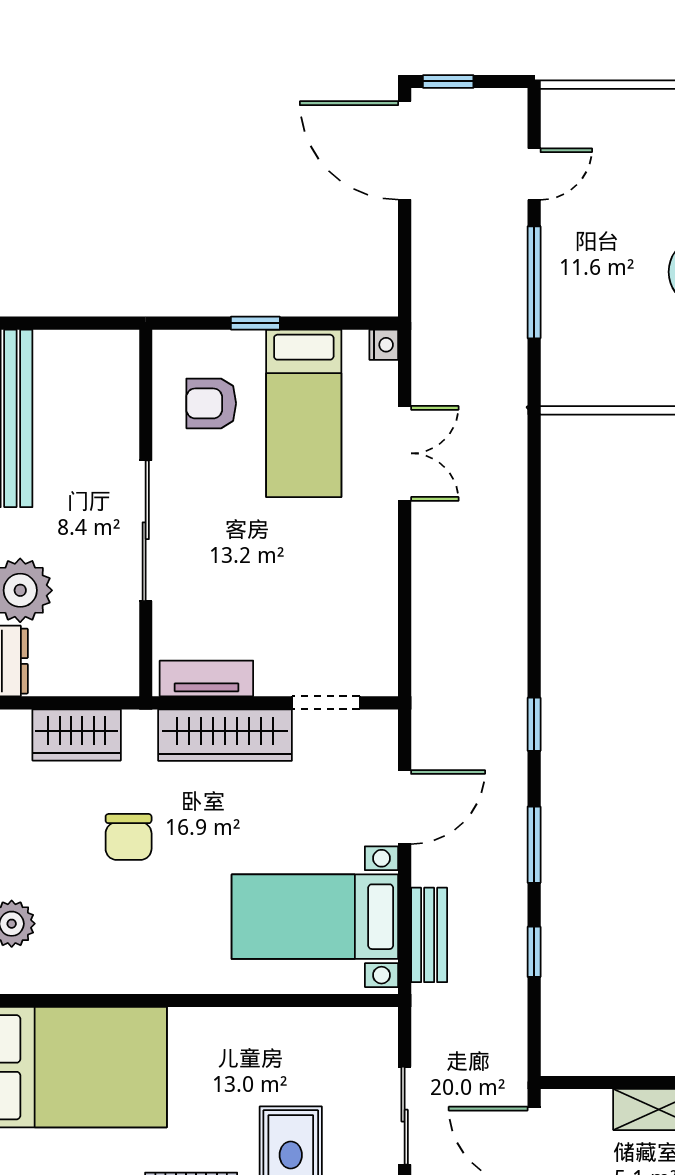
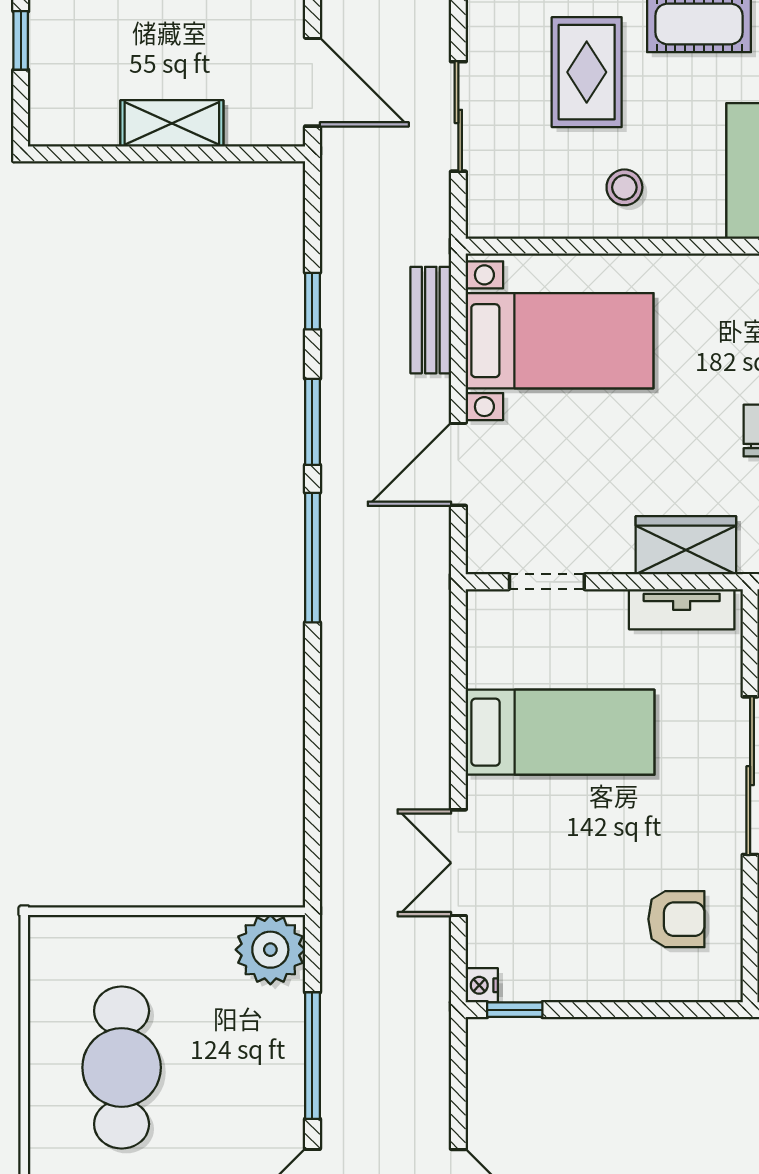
window: (255, 323) -> (515, 1010), moved
plant: (571, 376) -> (270, 950), added
bed: (304, 413) -> (560, 732), moved, turned 90
window: (534, 724) -> (312, 558), width x2.17
wardrobe: (225, 735) -> (686, 545), width x0.67
stool: (257, 1053) -> (624, 187), added

